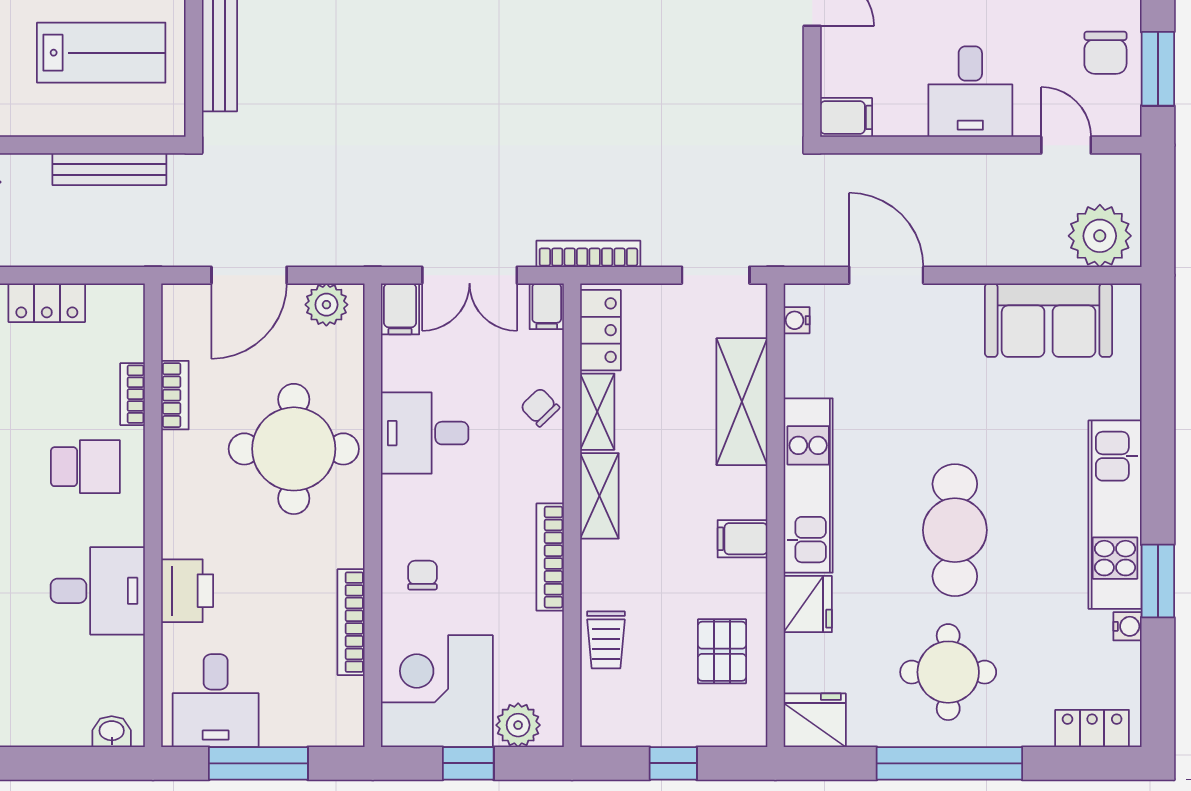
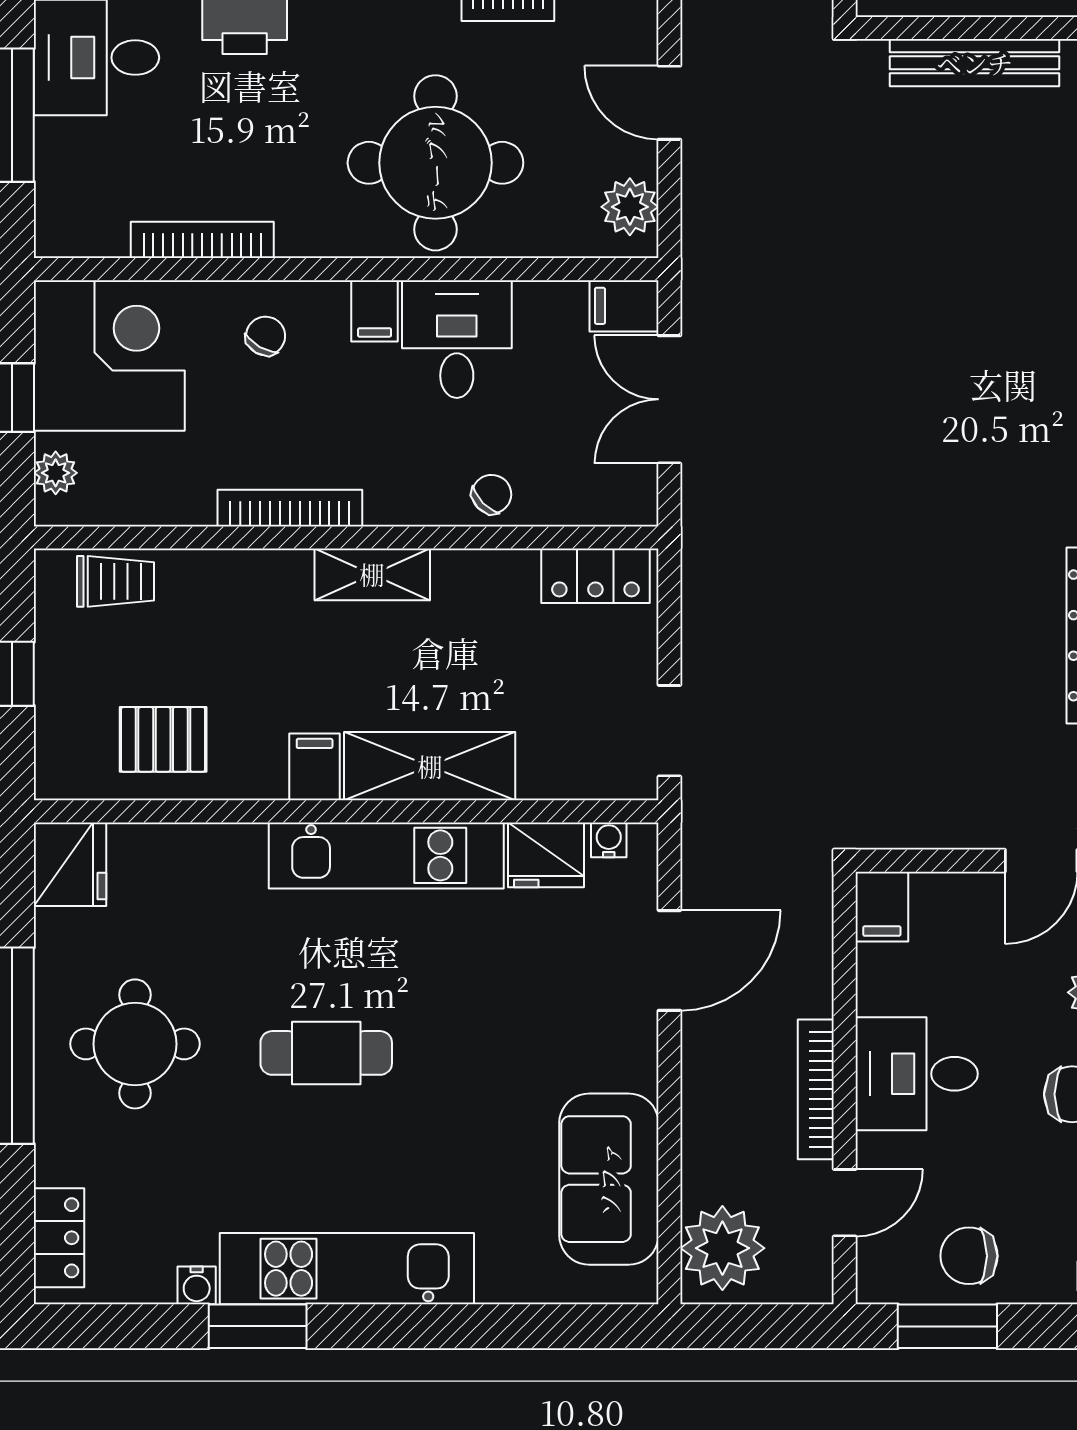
bookcase: (588, 254) -> (816, 1089), moved, turned 180
door: (249, 275) -> (669, 103), width x0.73
filing cabinet: (547, 306) -> (375, 311), moved, turned -90
shelving: (742, 402) -> (430, 766), moved
shelving: (597, 412) -> (486, 572), removed
cafe table: (955, 530) -> (326, 1053), width x0.73, depth x0.74
chair: (422, 575) -> (266, 336), turned -60
fridge: (808, 604) -> (546, 855), moved
trolley: (606, 640) -> (116, 581), moved, turned 180
plant: (518, 725) -> (56, 473), width x0.73, depth x0.73

